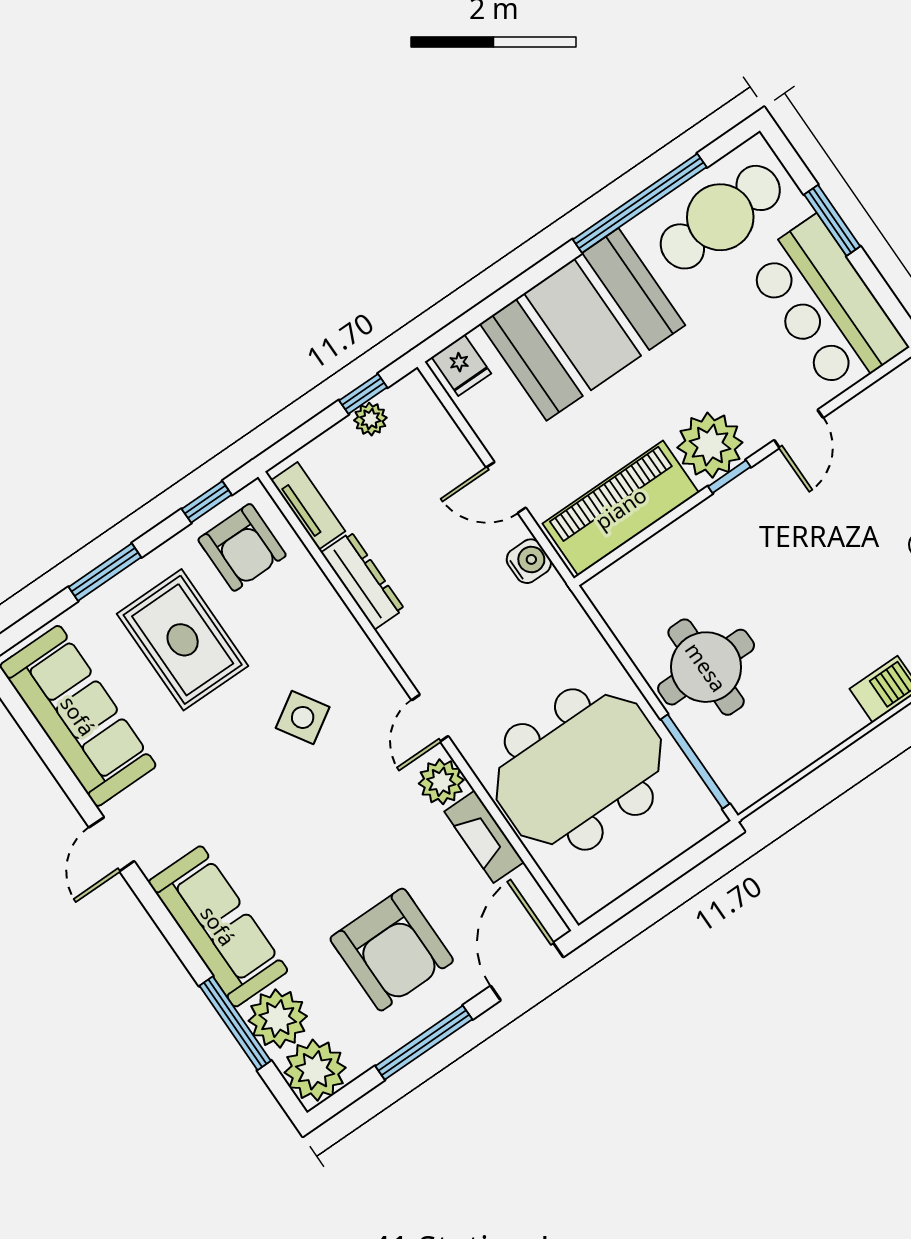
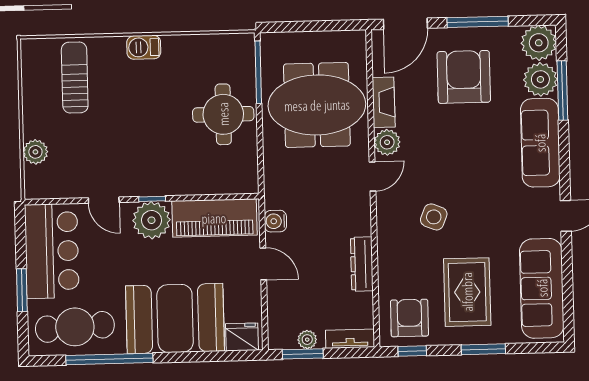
fridge: (461, 365) -> (242, 337), width x1.38
window: (363, 394) -> (303, 354), width x1.50
door: (799, 429) -> (104, 200), swing flipped
tv unit: (308, 506) -> (350, 339), moved, turned 90
side table: (303, 717) -> (434, 217), turned -36

